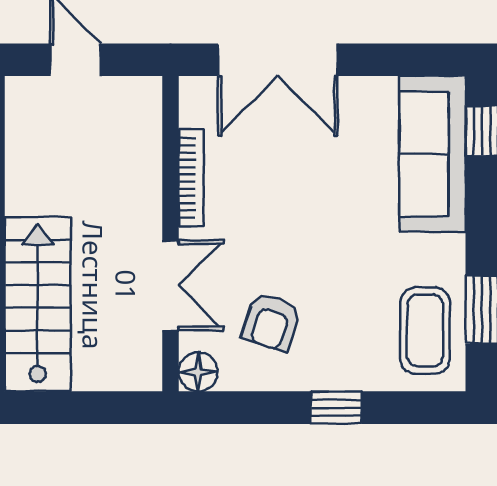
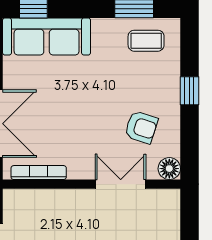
bookcase: (191, 178) -> (39, 173), moved
coffee table: (425, 331) -> (146, 41), width x0.73, depth x0.77

